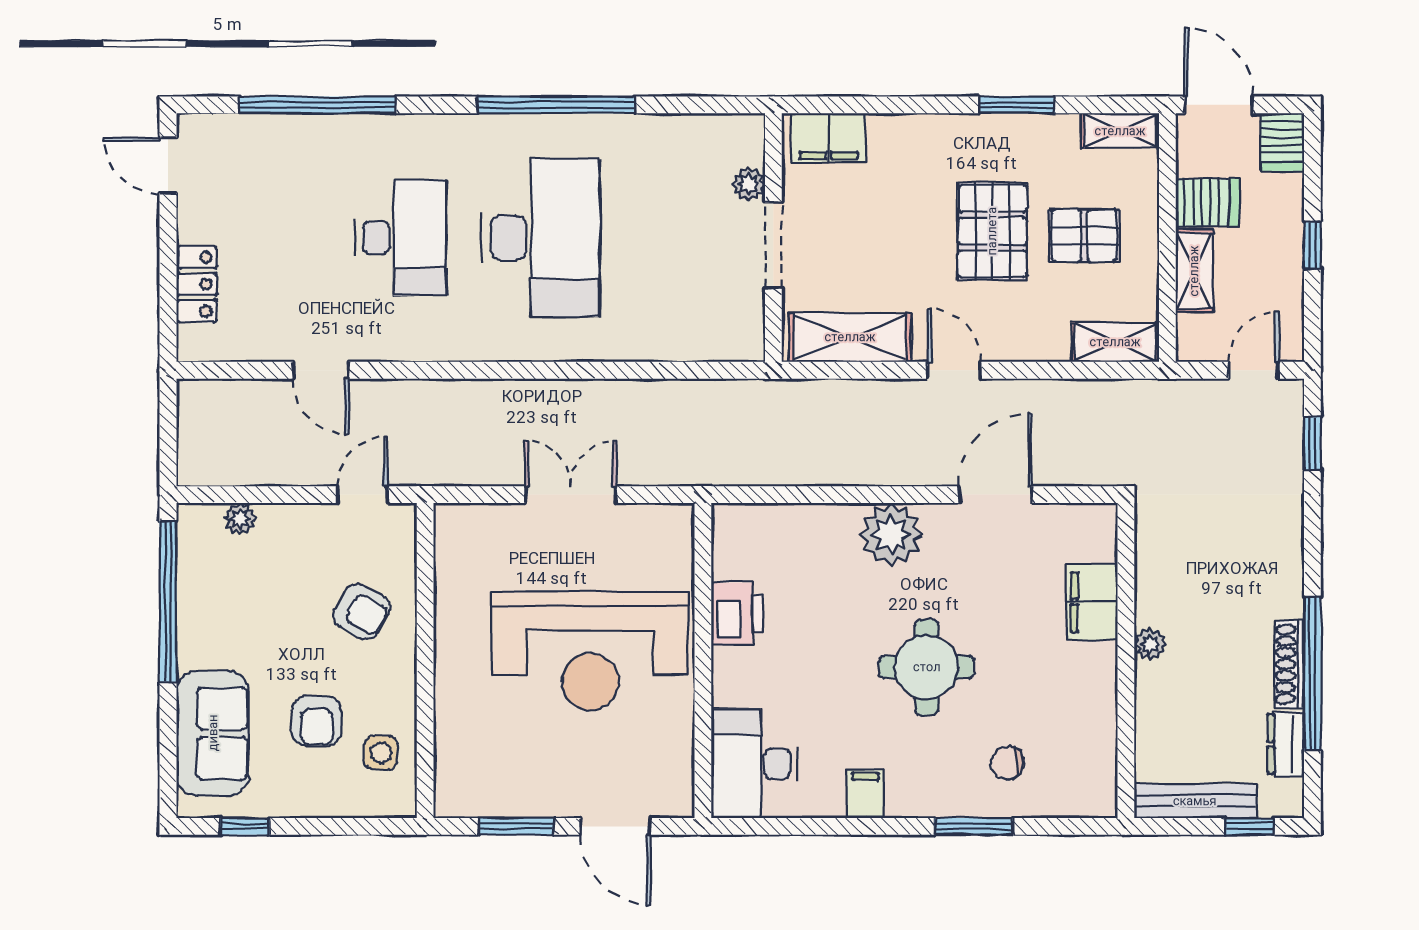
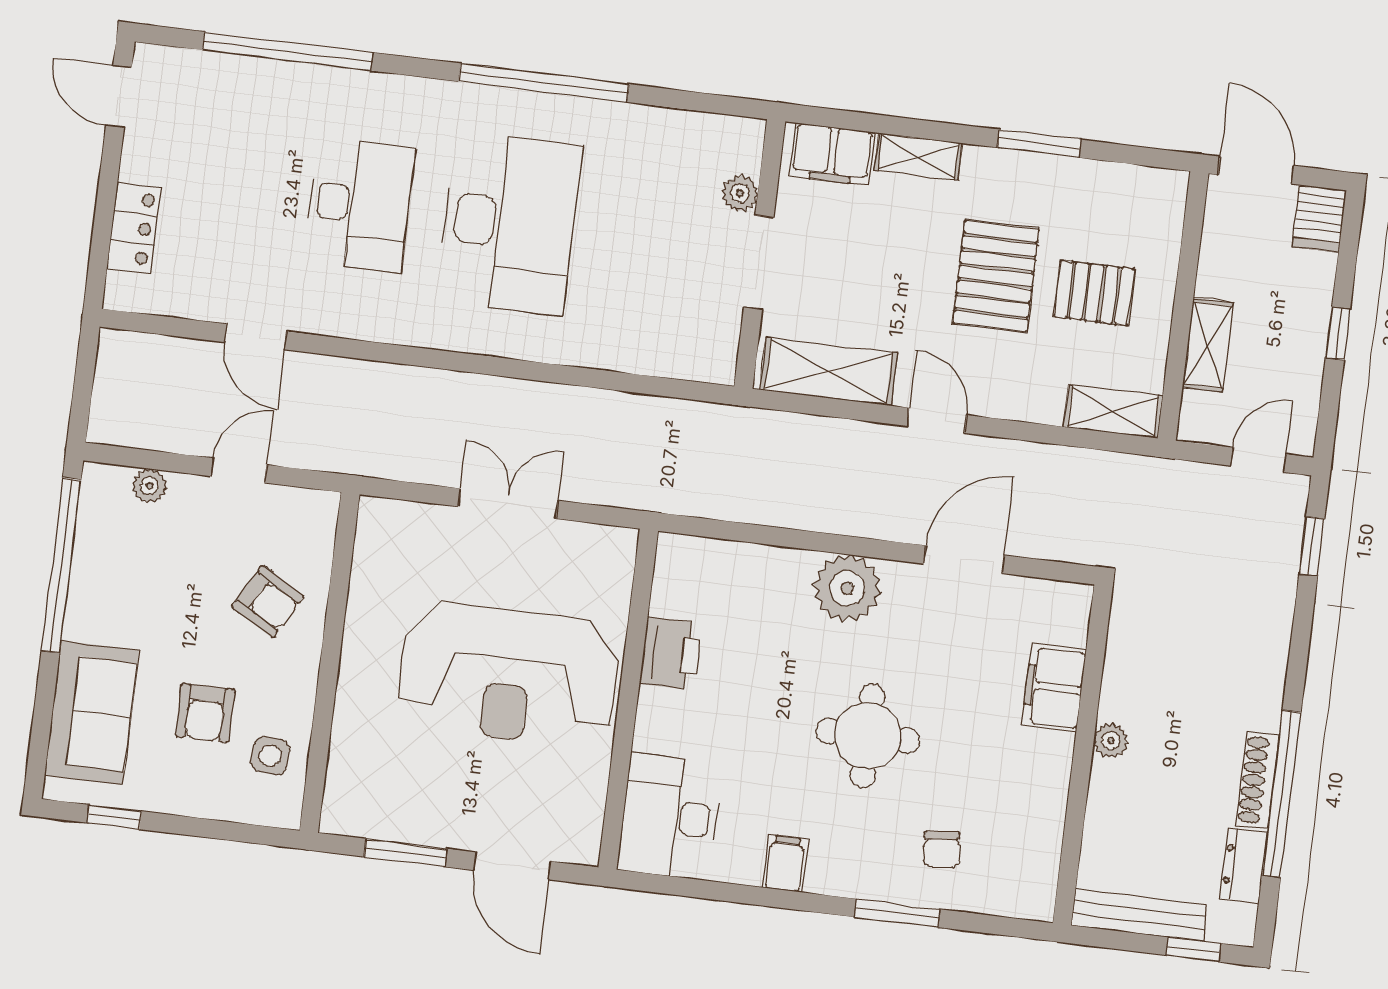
shelving: (1120, 131) -> (918, 157), moved
server rack: (1207, 202) -> (1231, 273), removed
door: (363, 495) -> (239, 470), moved
chair: (1007, 763) -> (942, 849), turned -96

